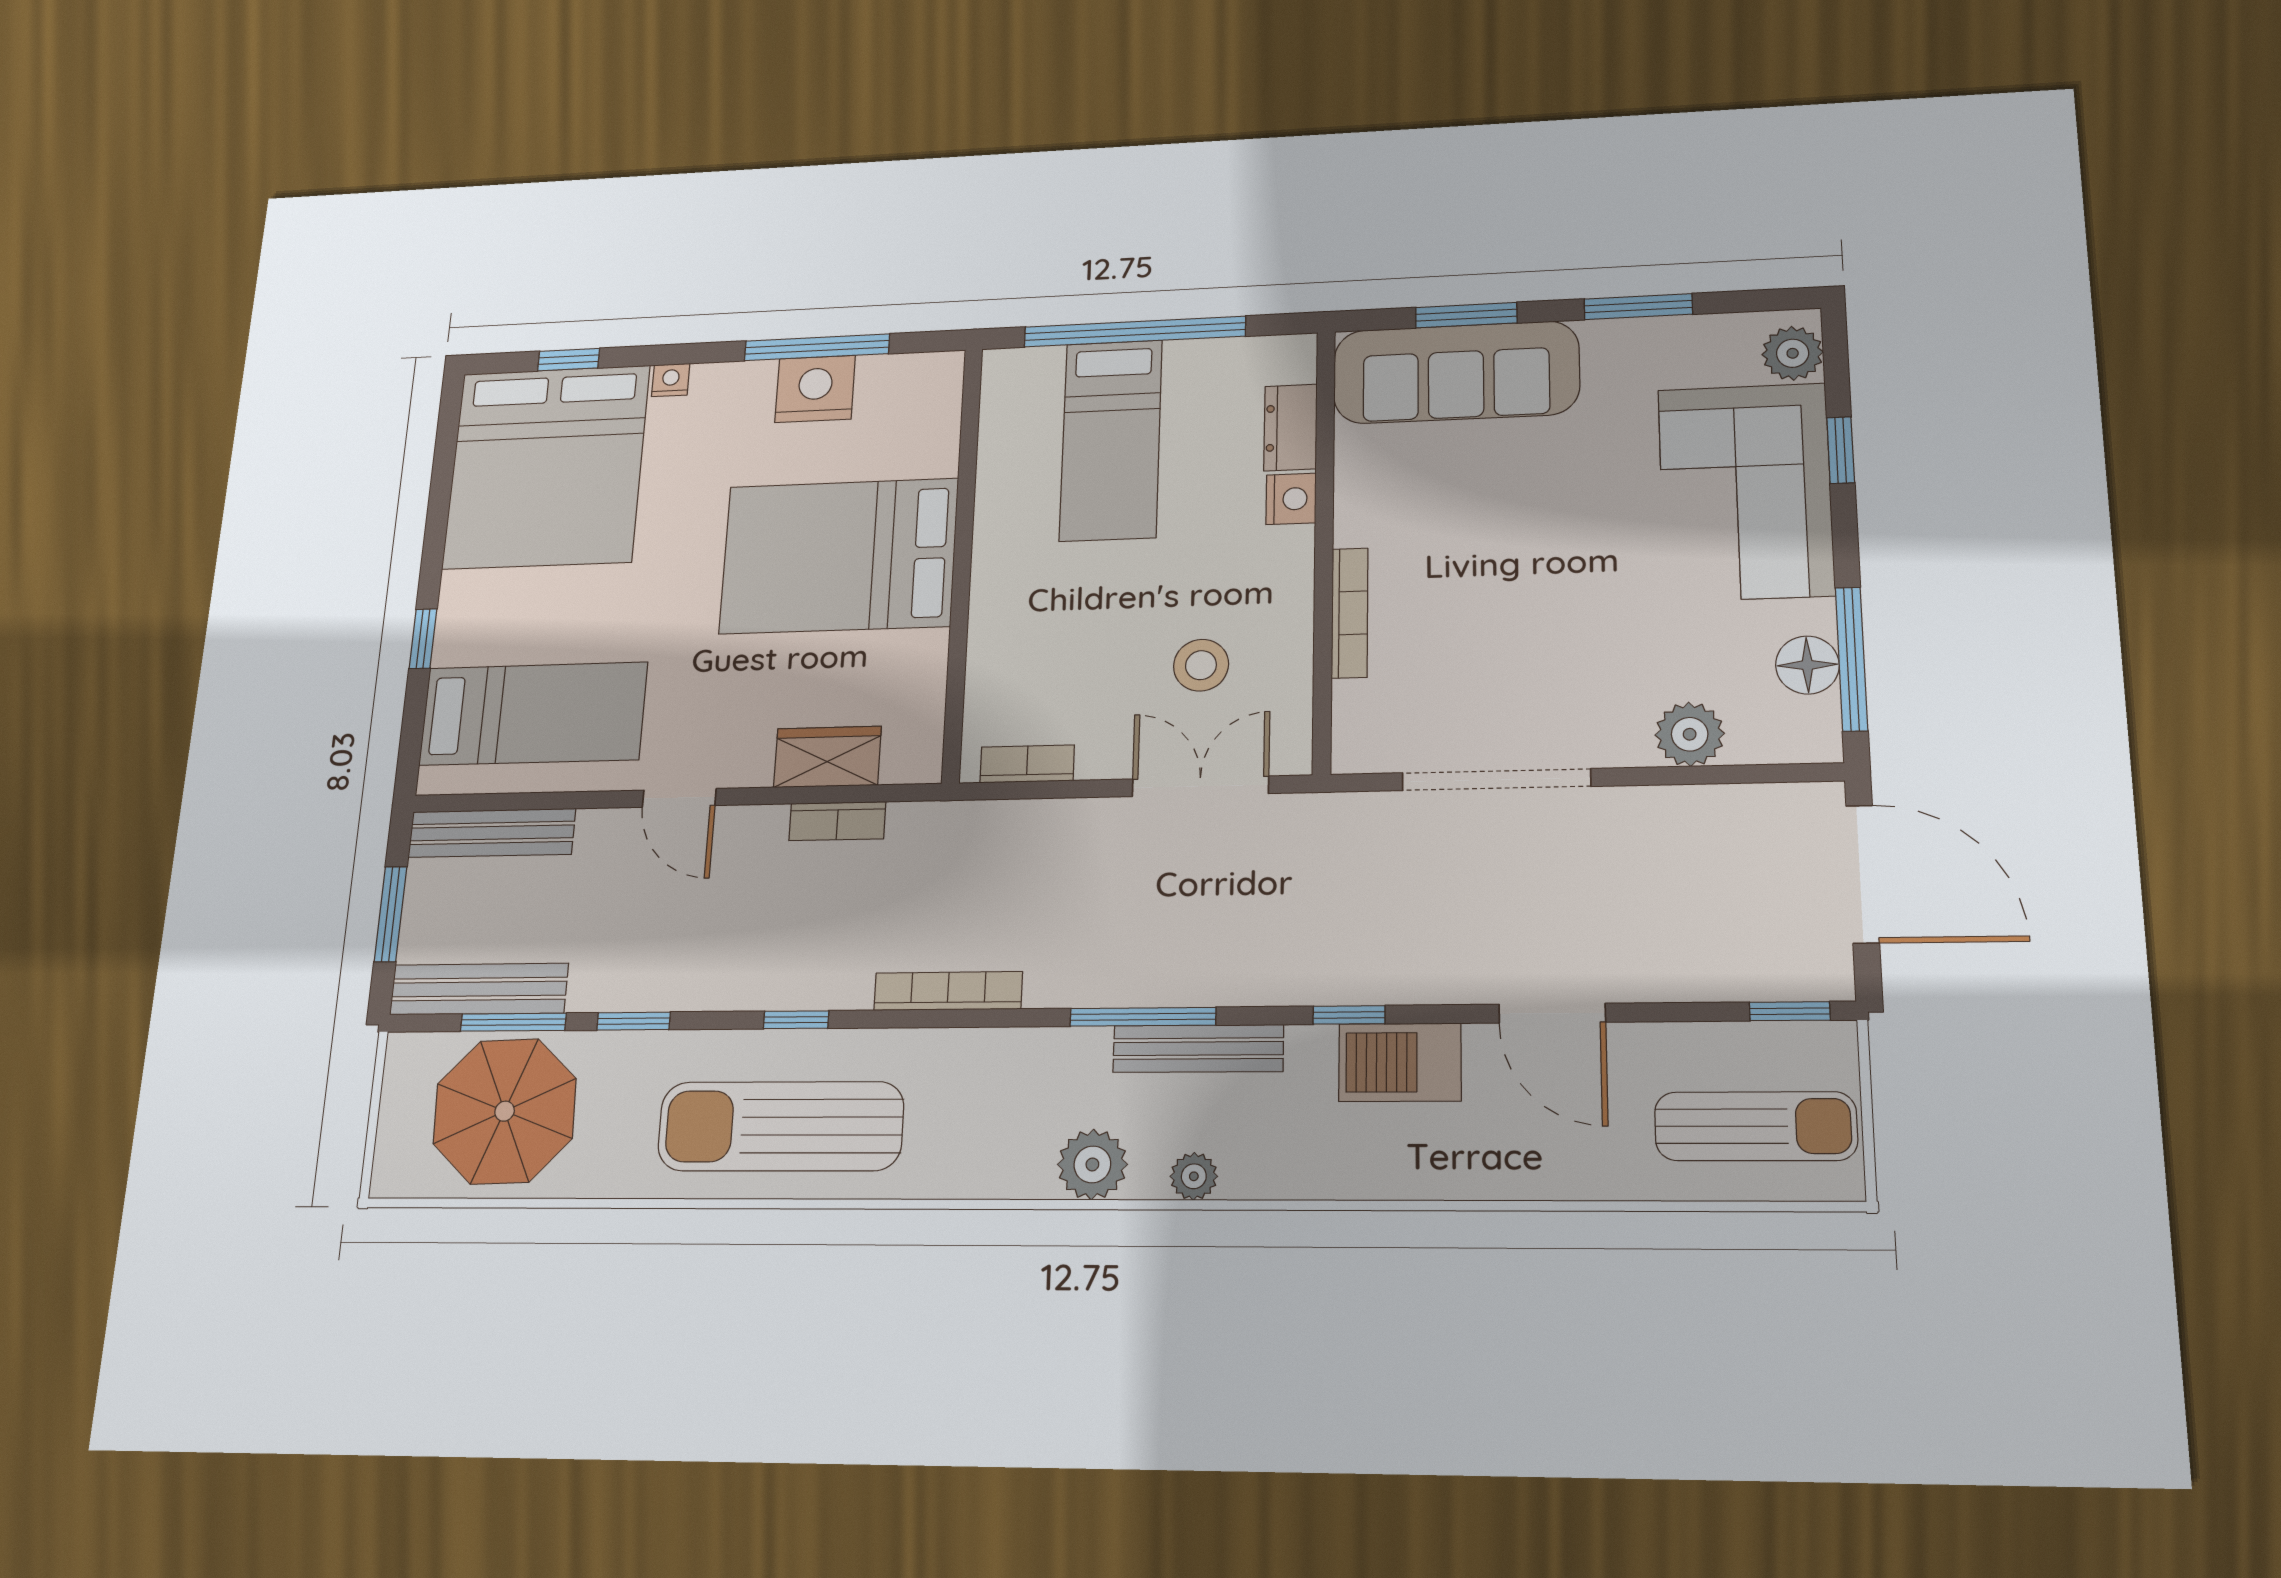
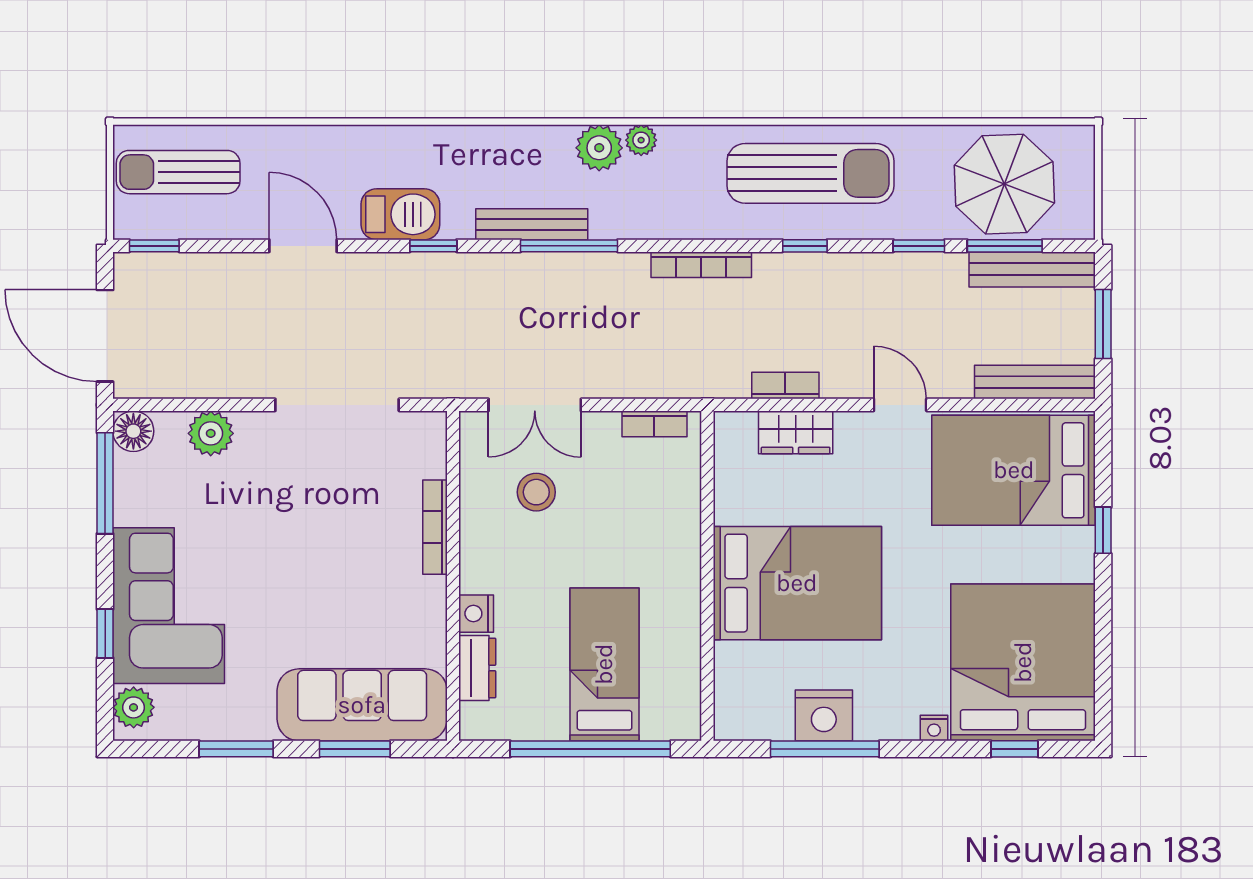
floor lamp: (1807, 665) -> (133, 431), moved
bed: (533, 714) -> (1014, 470), width x1.50
plant: (1194, 1176) -> (641, 140), moved

